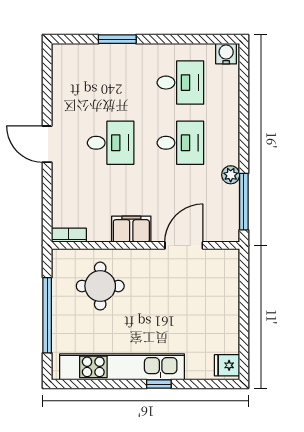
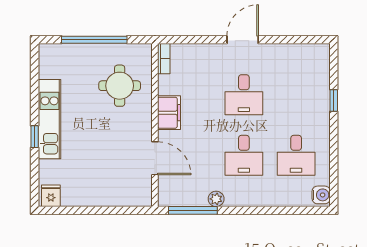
window: (117, 39) -> (334, 101), width x0.67
kitchen unit: (122, 367) -> (49, 119), width x0.73

